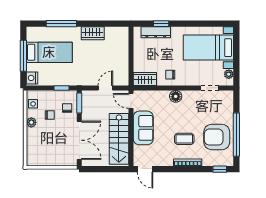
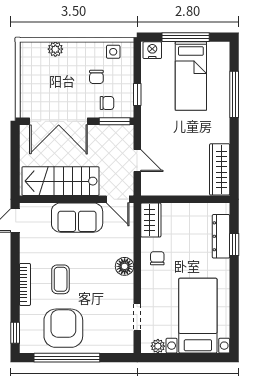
wardrobe: (93, 33) -> (220, 169), moved, width x1.50
door: (131, 101) -> (118, 199), swing flipped
plant: (31, 122) -> (55, 49), moved

